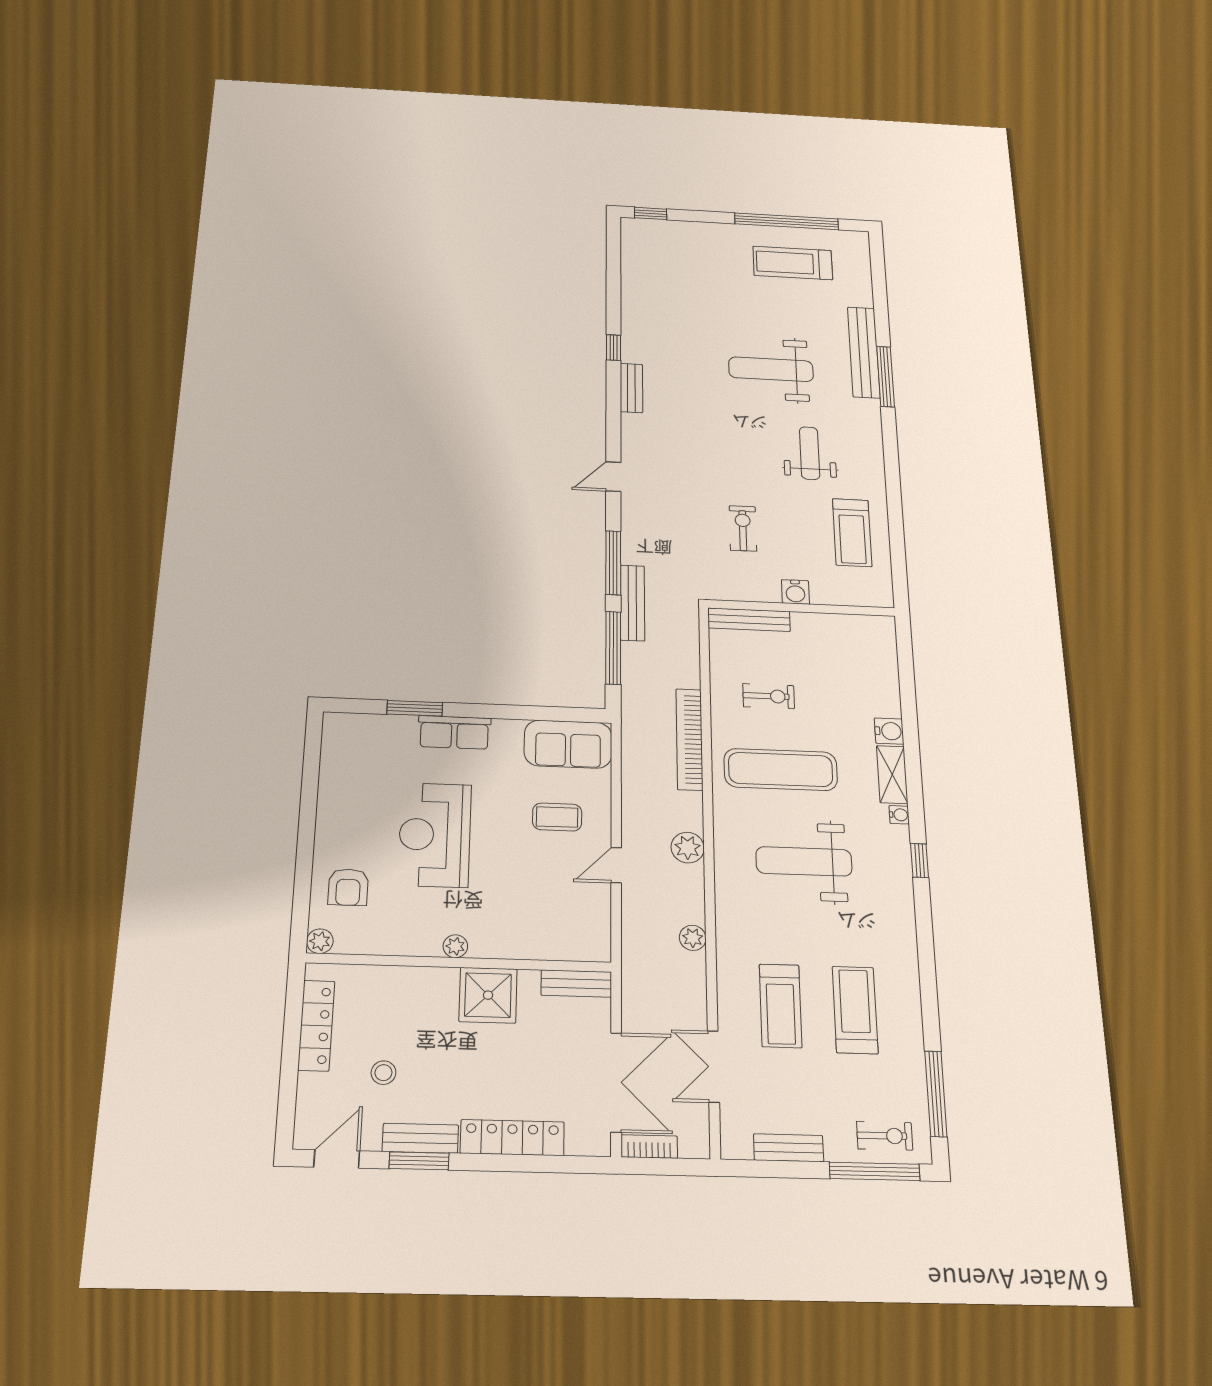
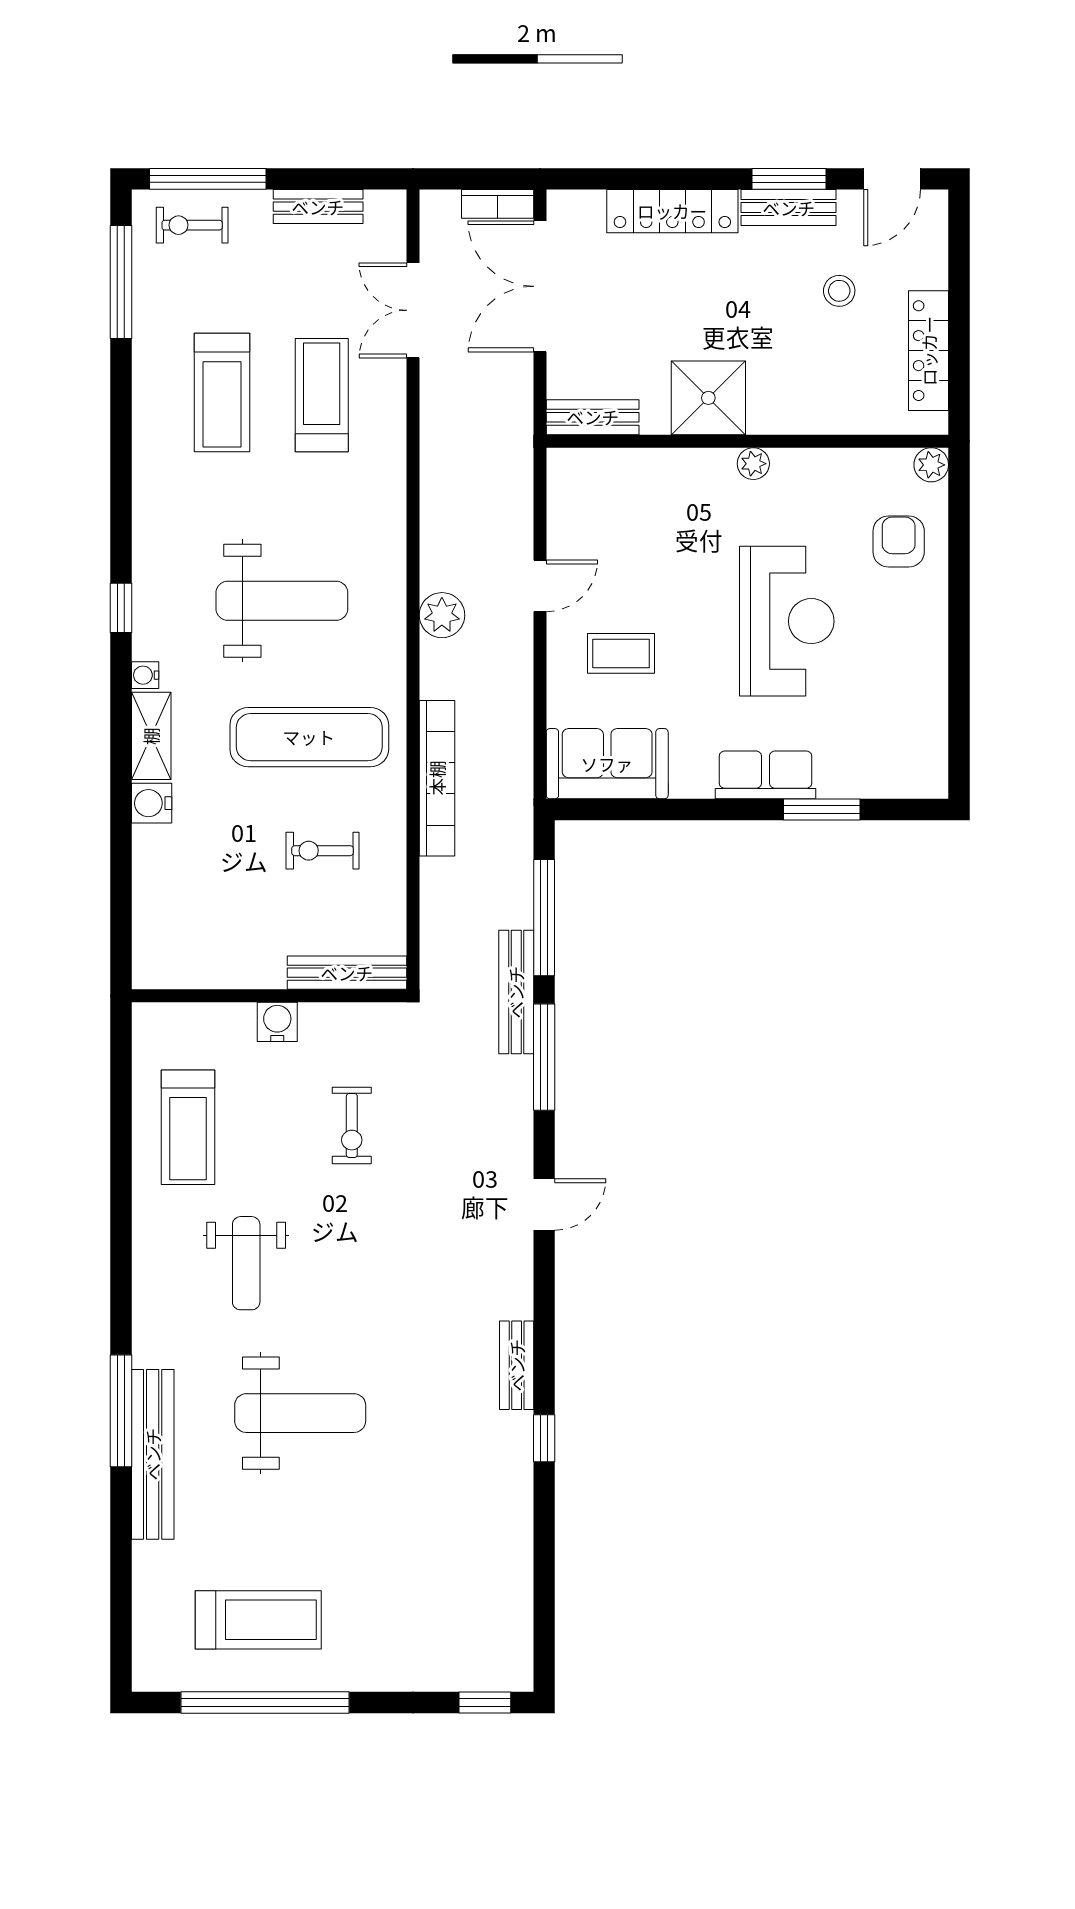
treadmill: (852, 533) -> (188, 1127), turned 180
plant: (693, 938) -> (437, 486), removed
double door: (713, 1067) -> (413, 310), swing flipped

